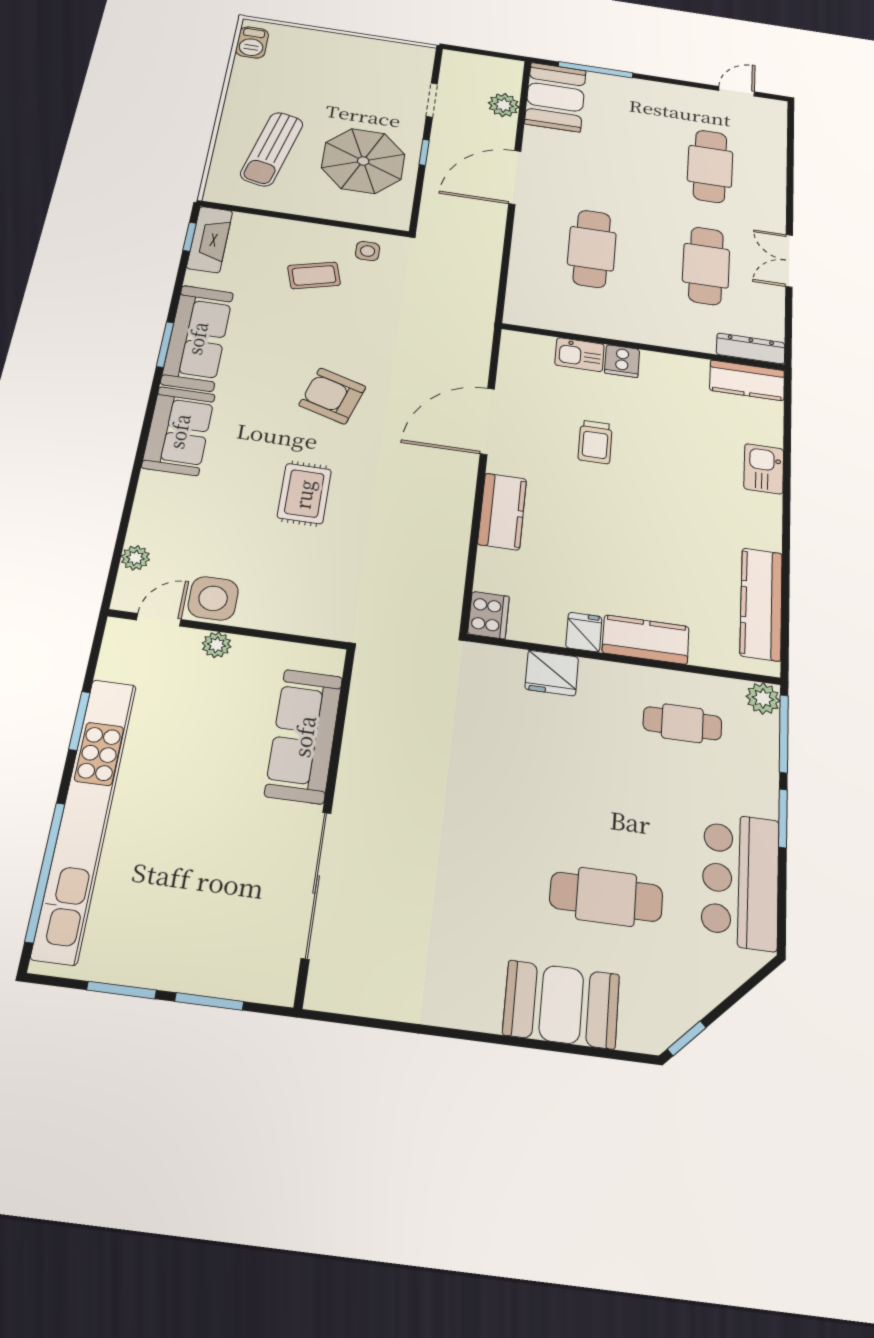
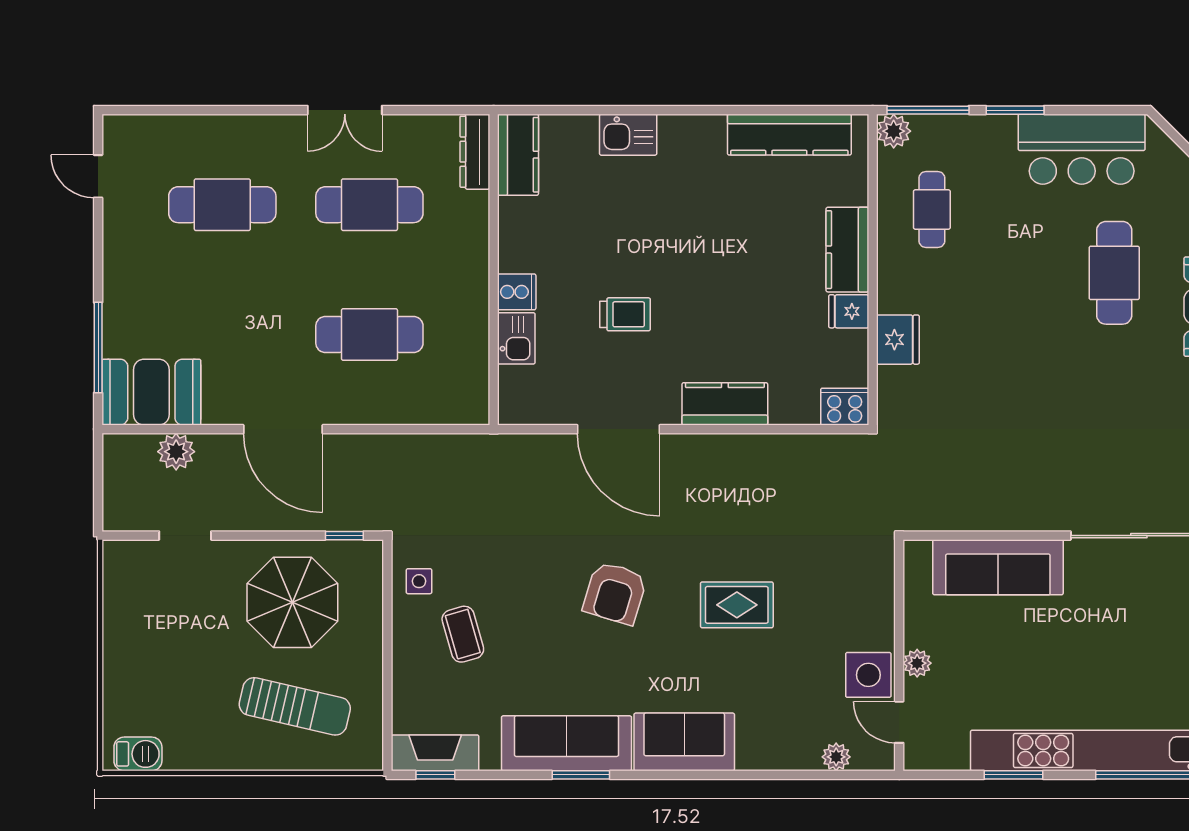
window: (424, 152) -> (344, 536), moved

